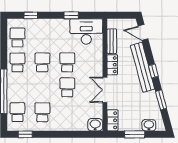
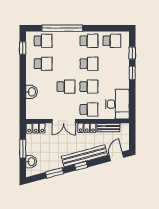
window: (71, 15) -> (132, 73), moved
school desk: (92, 62) -> (89, 110), added
double door: (105, 90) -> (64, 121), swing flipped
washbasin: (95, 125) -> (32, 92), moved

